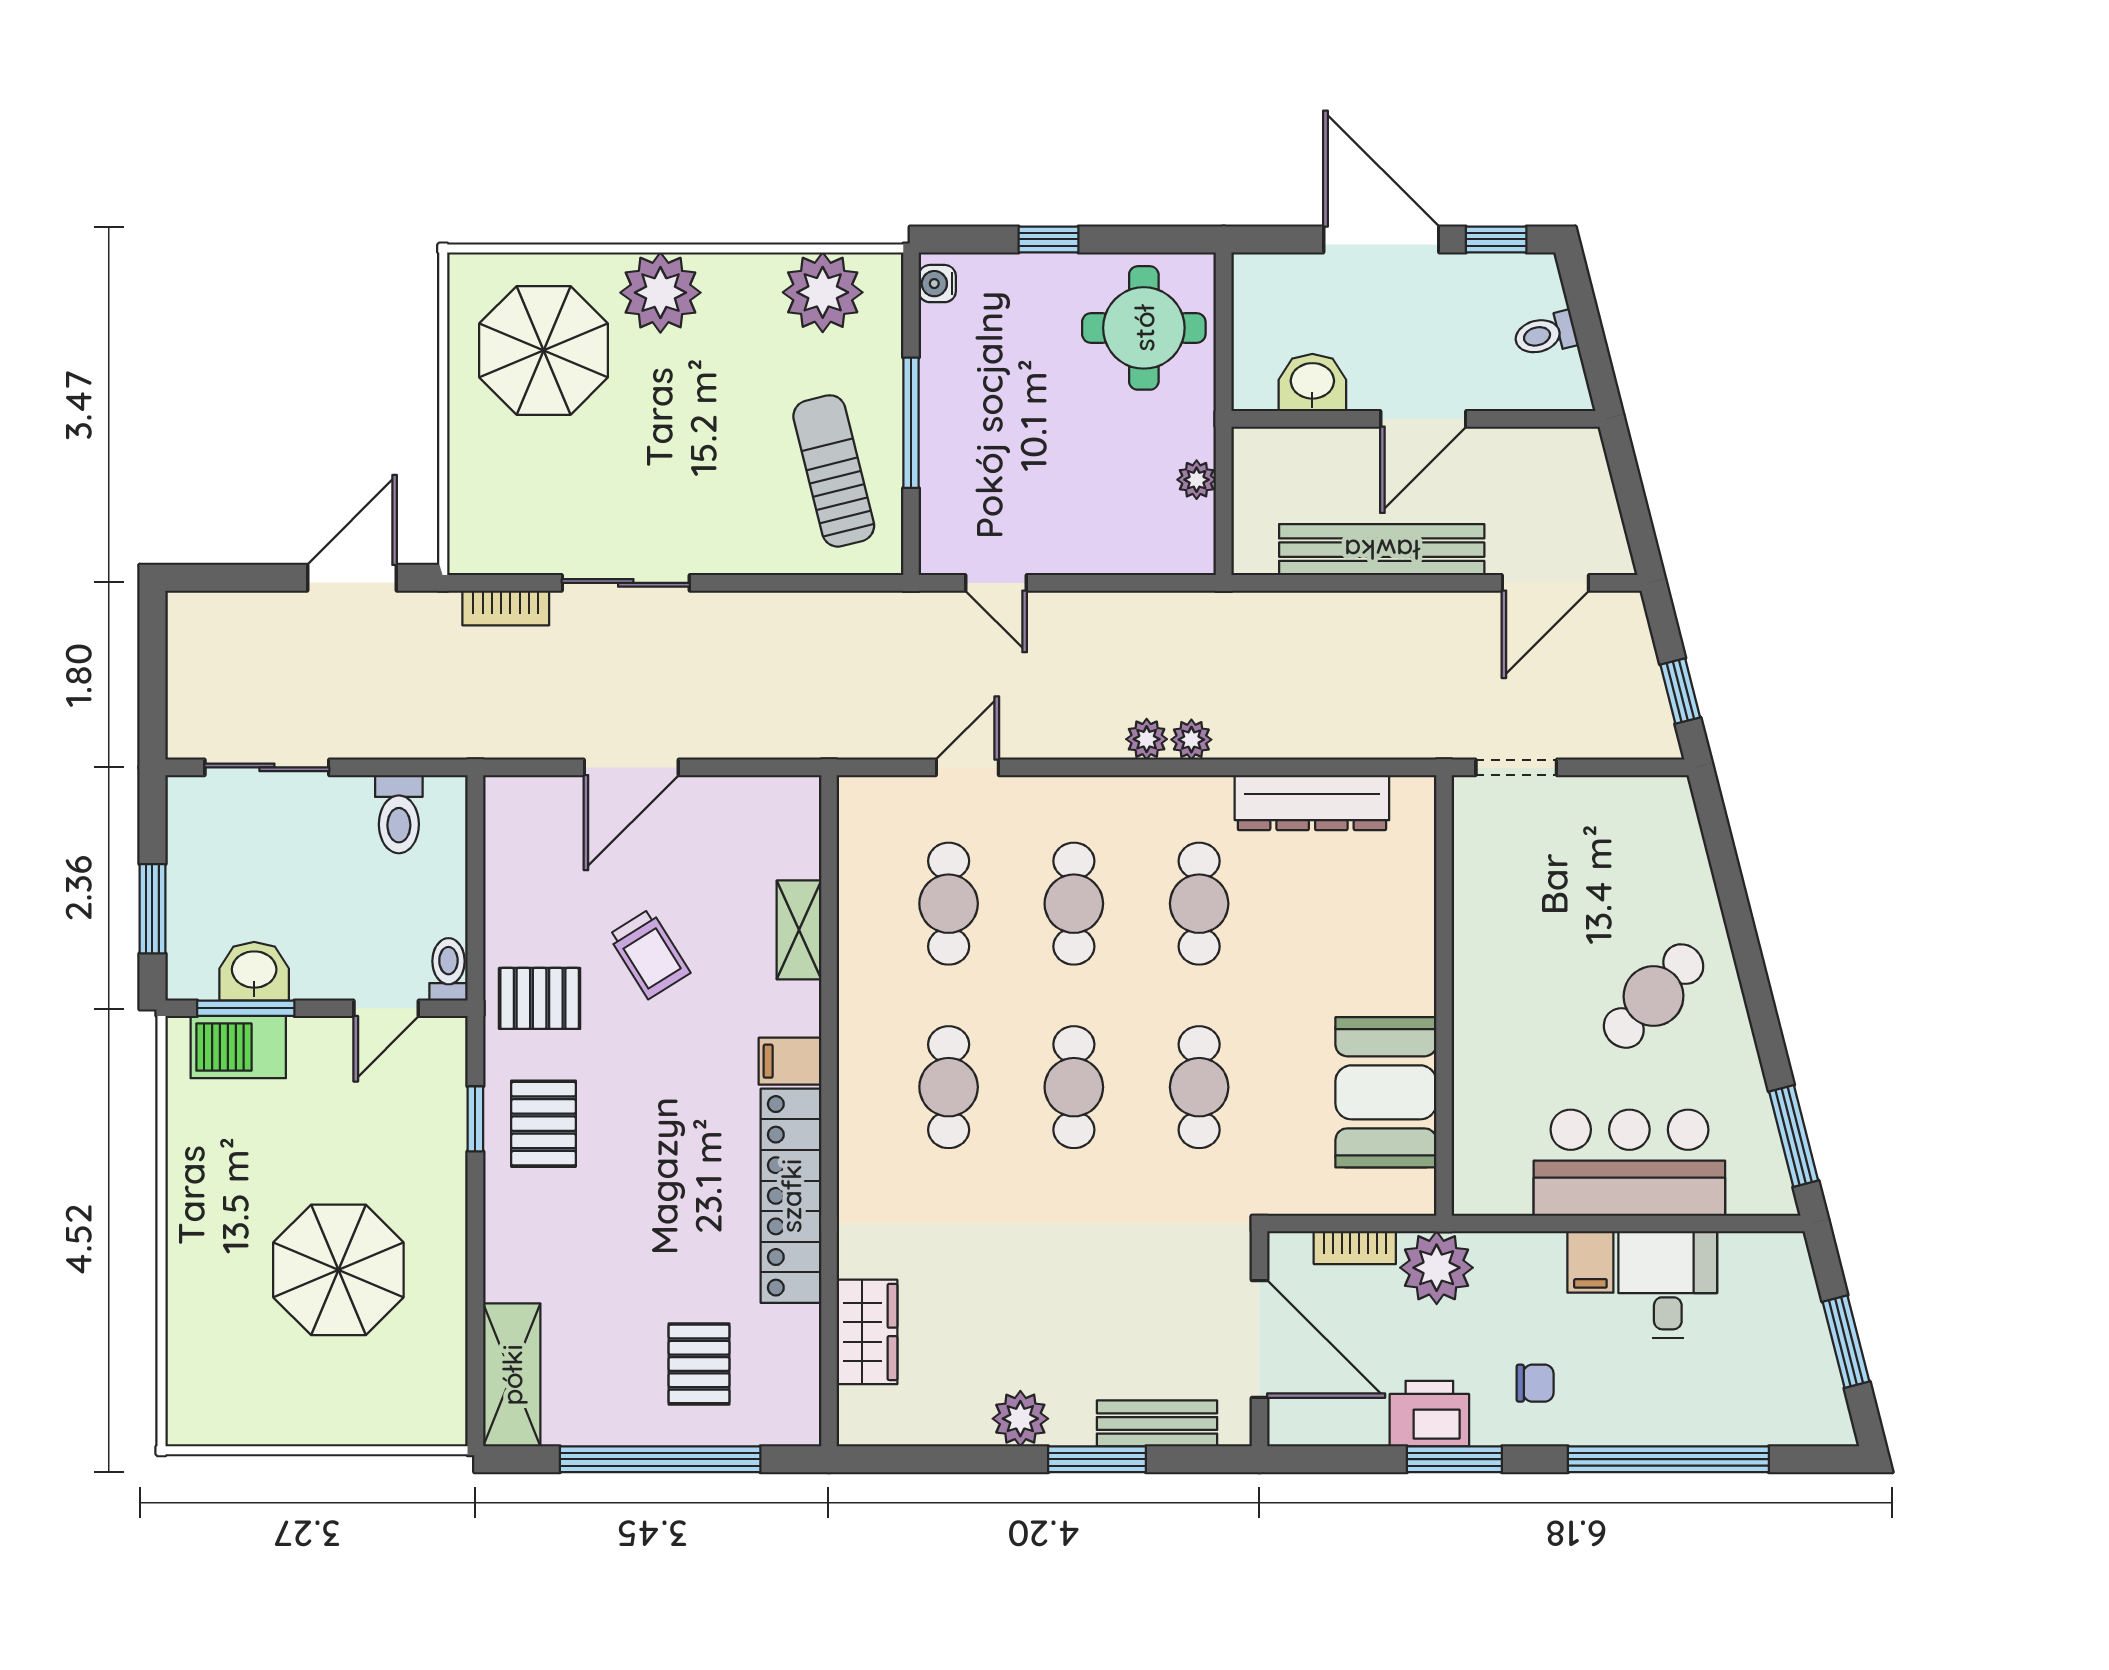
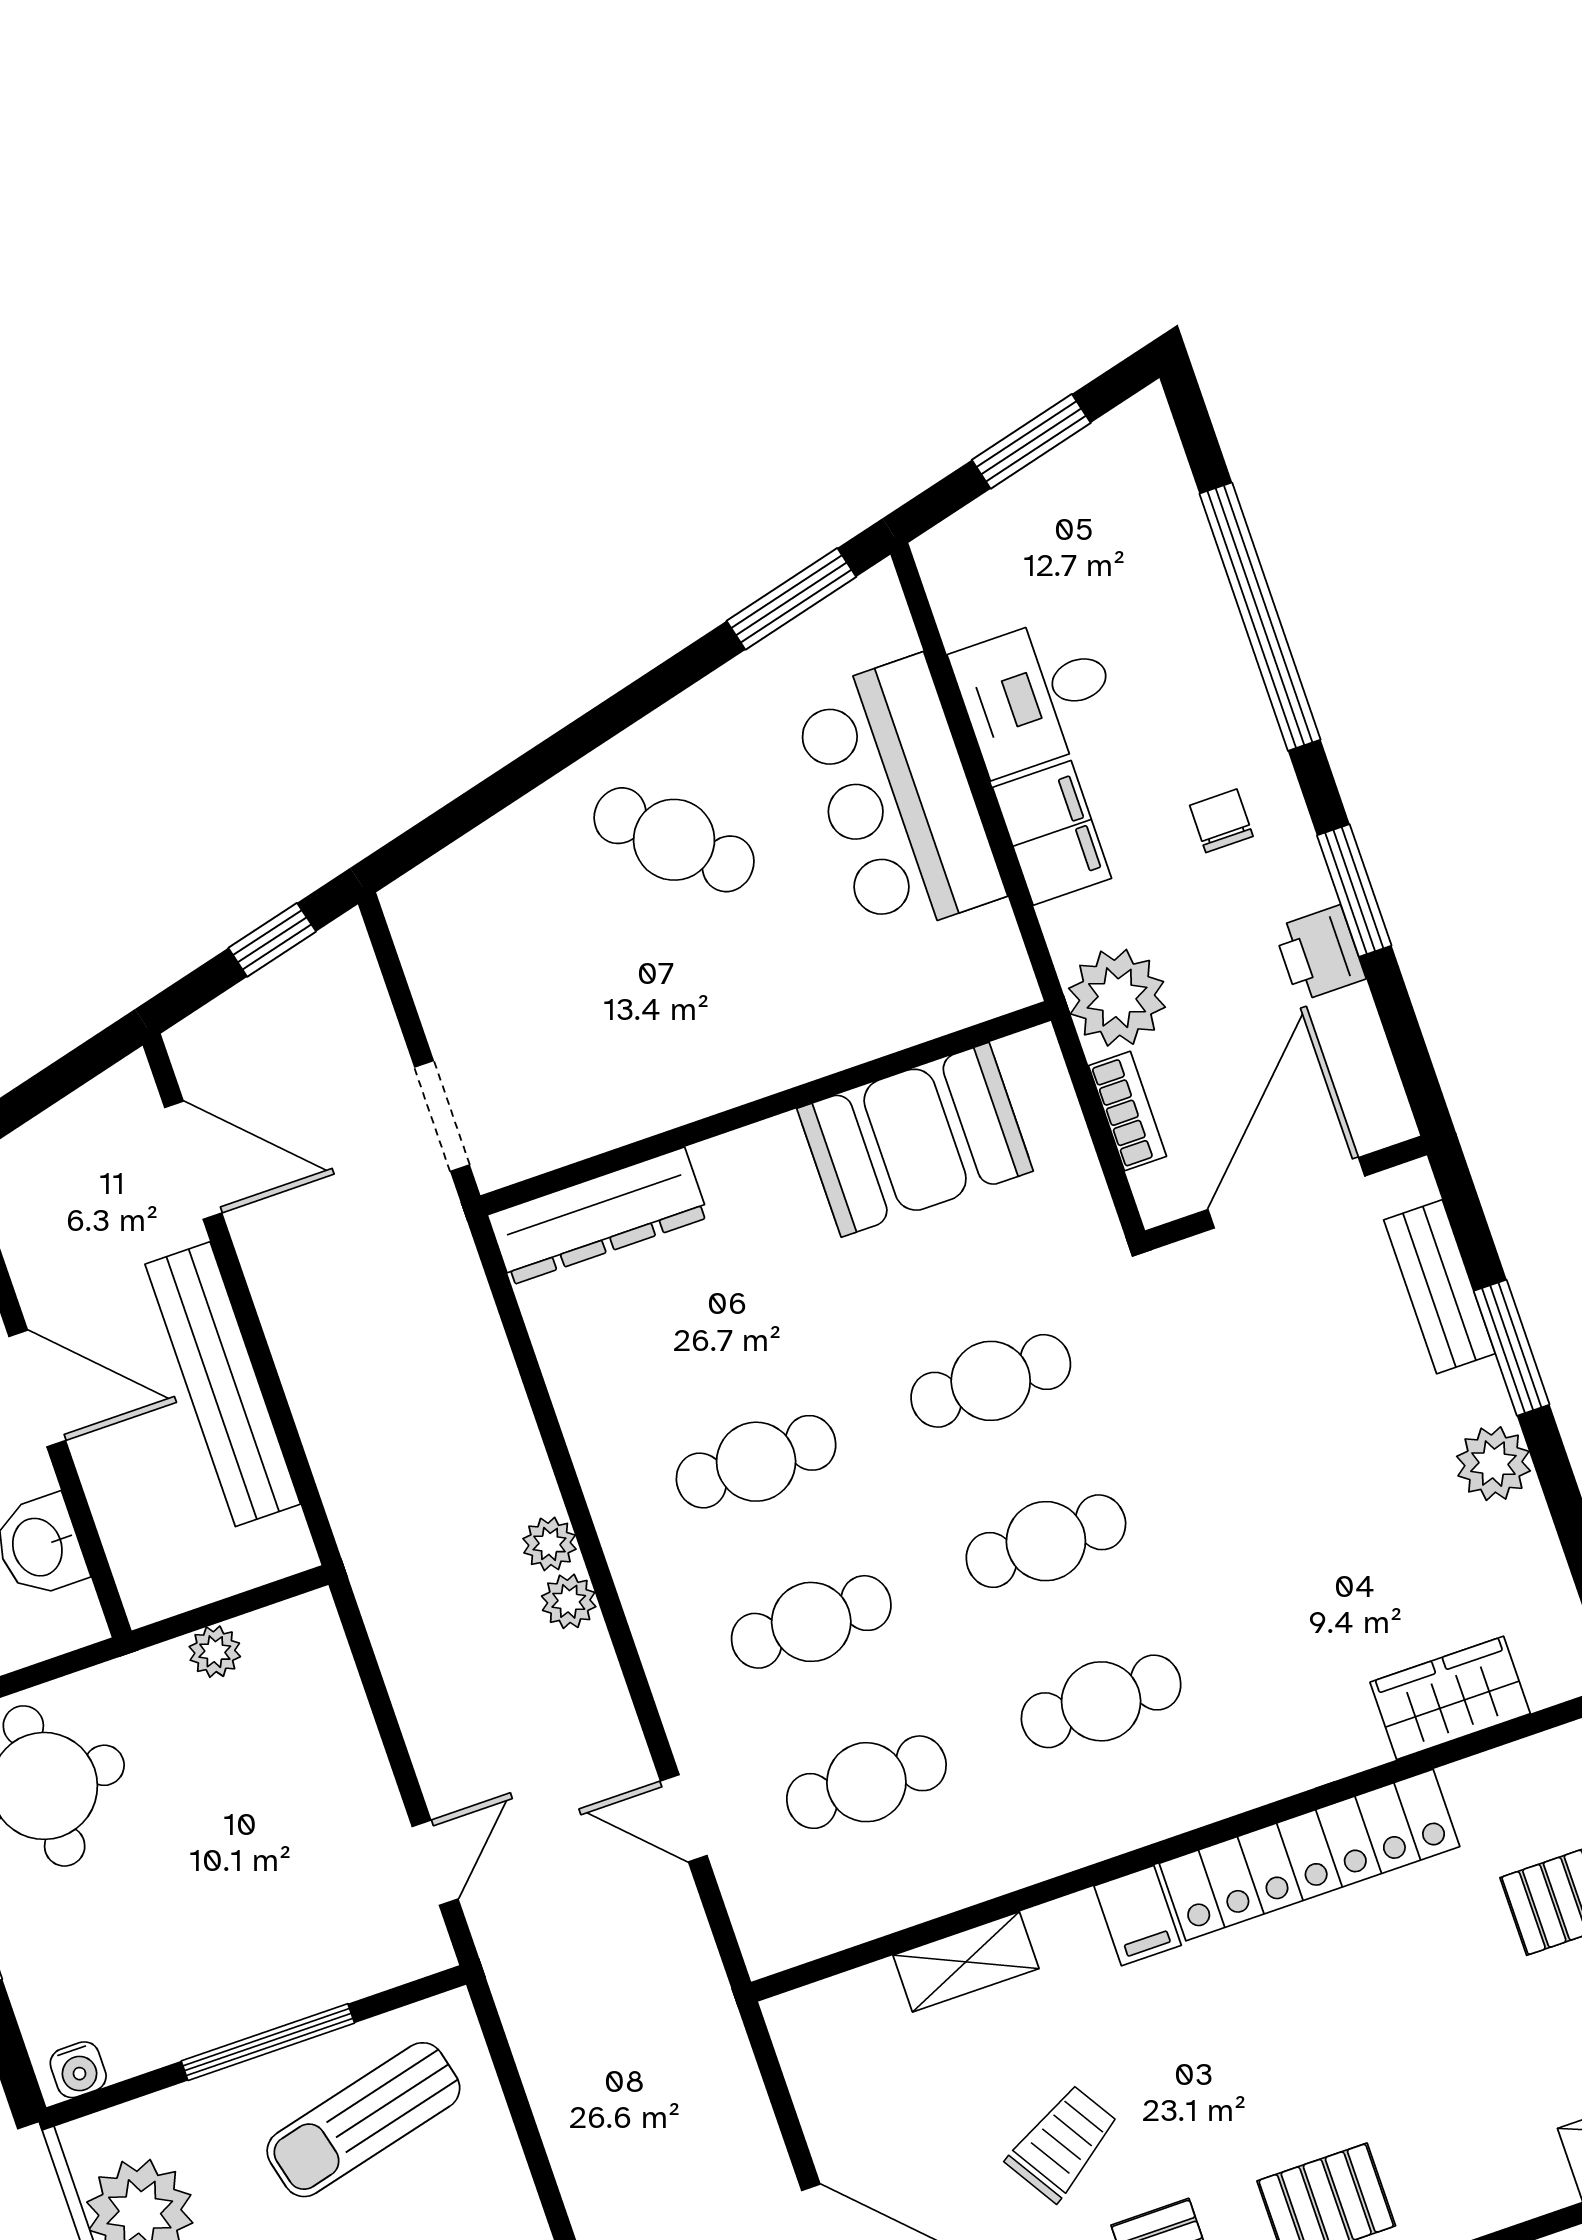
dresser: (1312, 803) -> (598, 1216), moved, turned 90
filing cabinet: (1590, 1262) -> (1052, 833), width x2.00
printer: (1429, 1414) -> (1320, 953), width x0.73, depth x0.81

